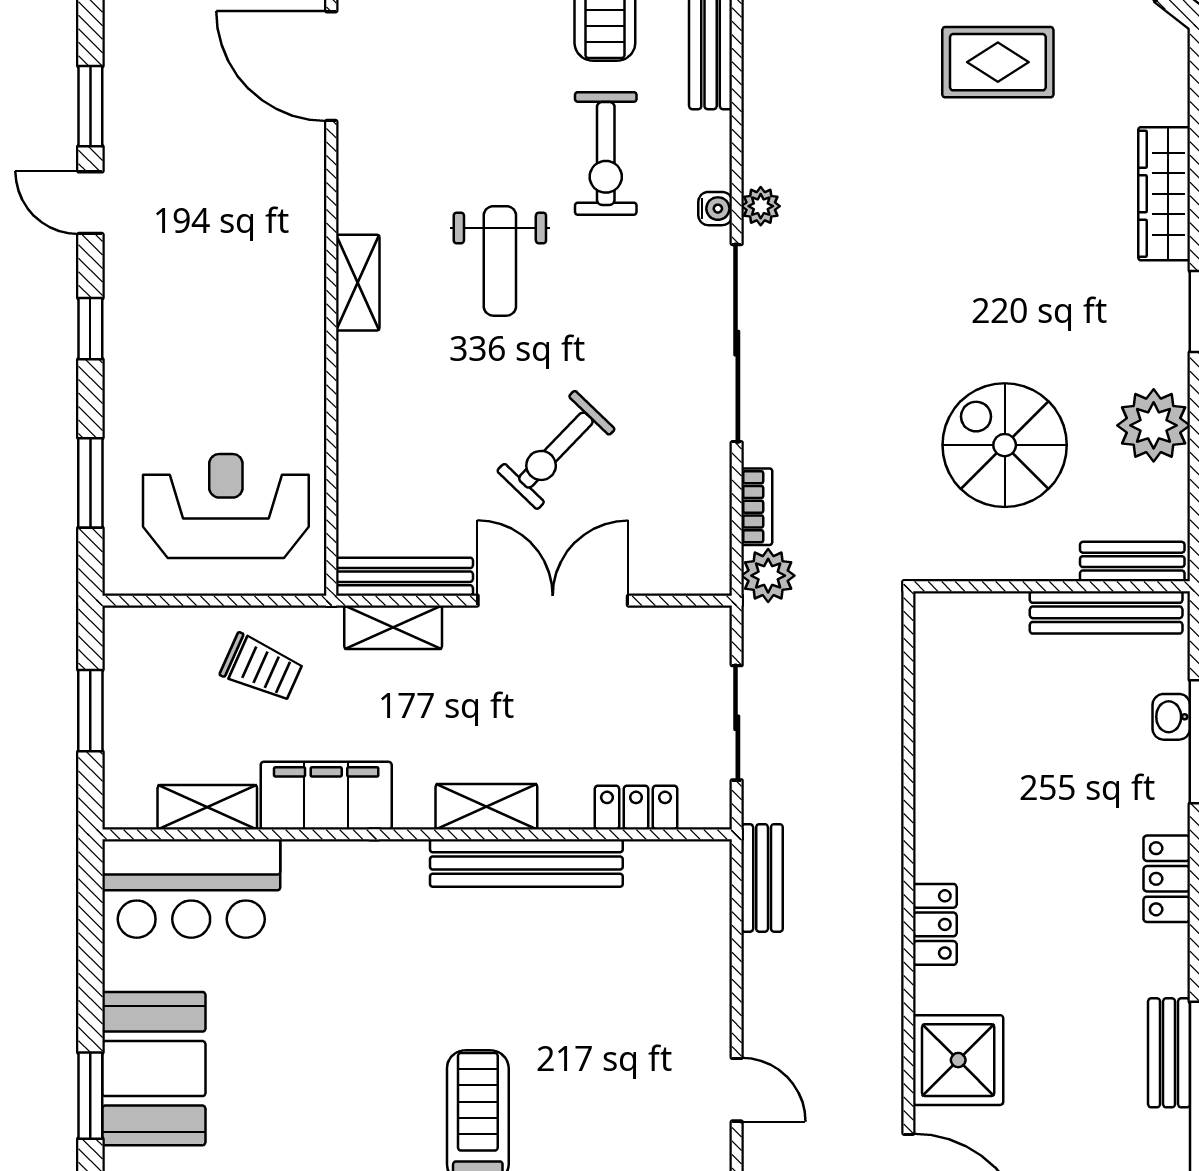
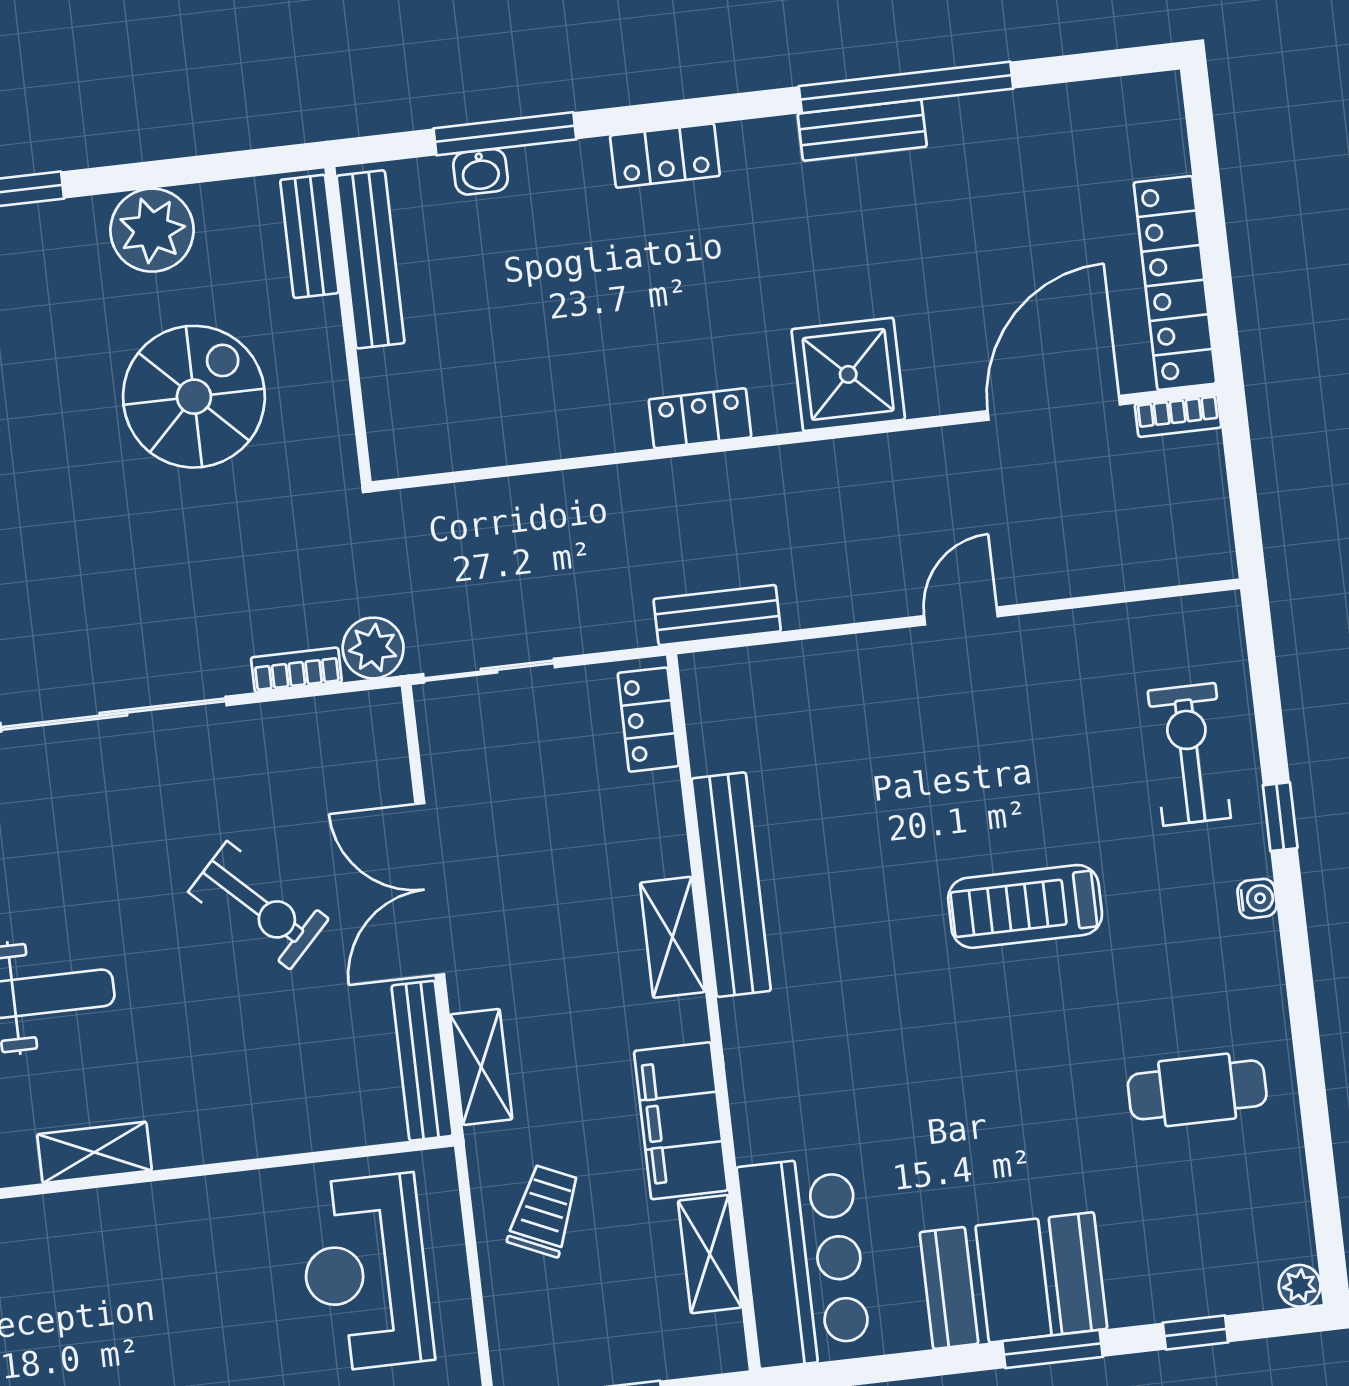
spiral stairs: (1005, 445) -> (194, 397), turned 180
sliding door: (737, 723) -> (489, 671), moved
locker: (636, 808) -> (648, 720), moved
locker: (935, 924) -> (700, 418), moved
shower: (958, 1060) -> (848, 374), moved

